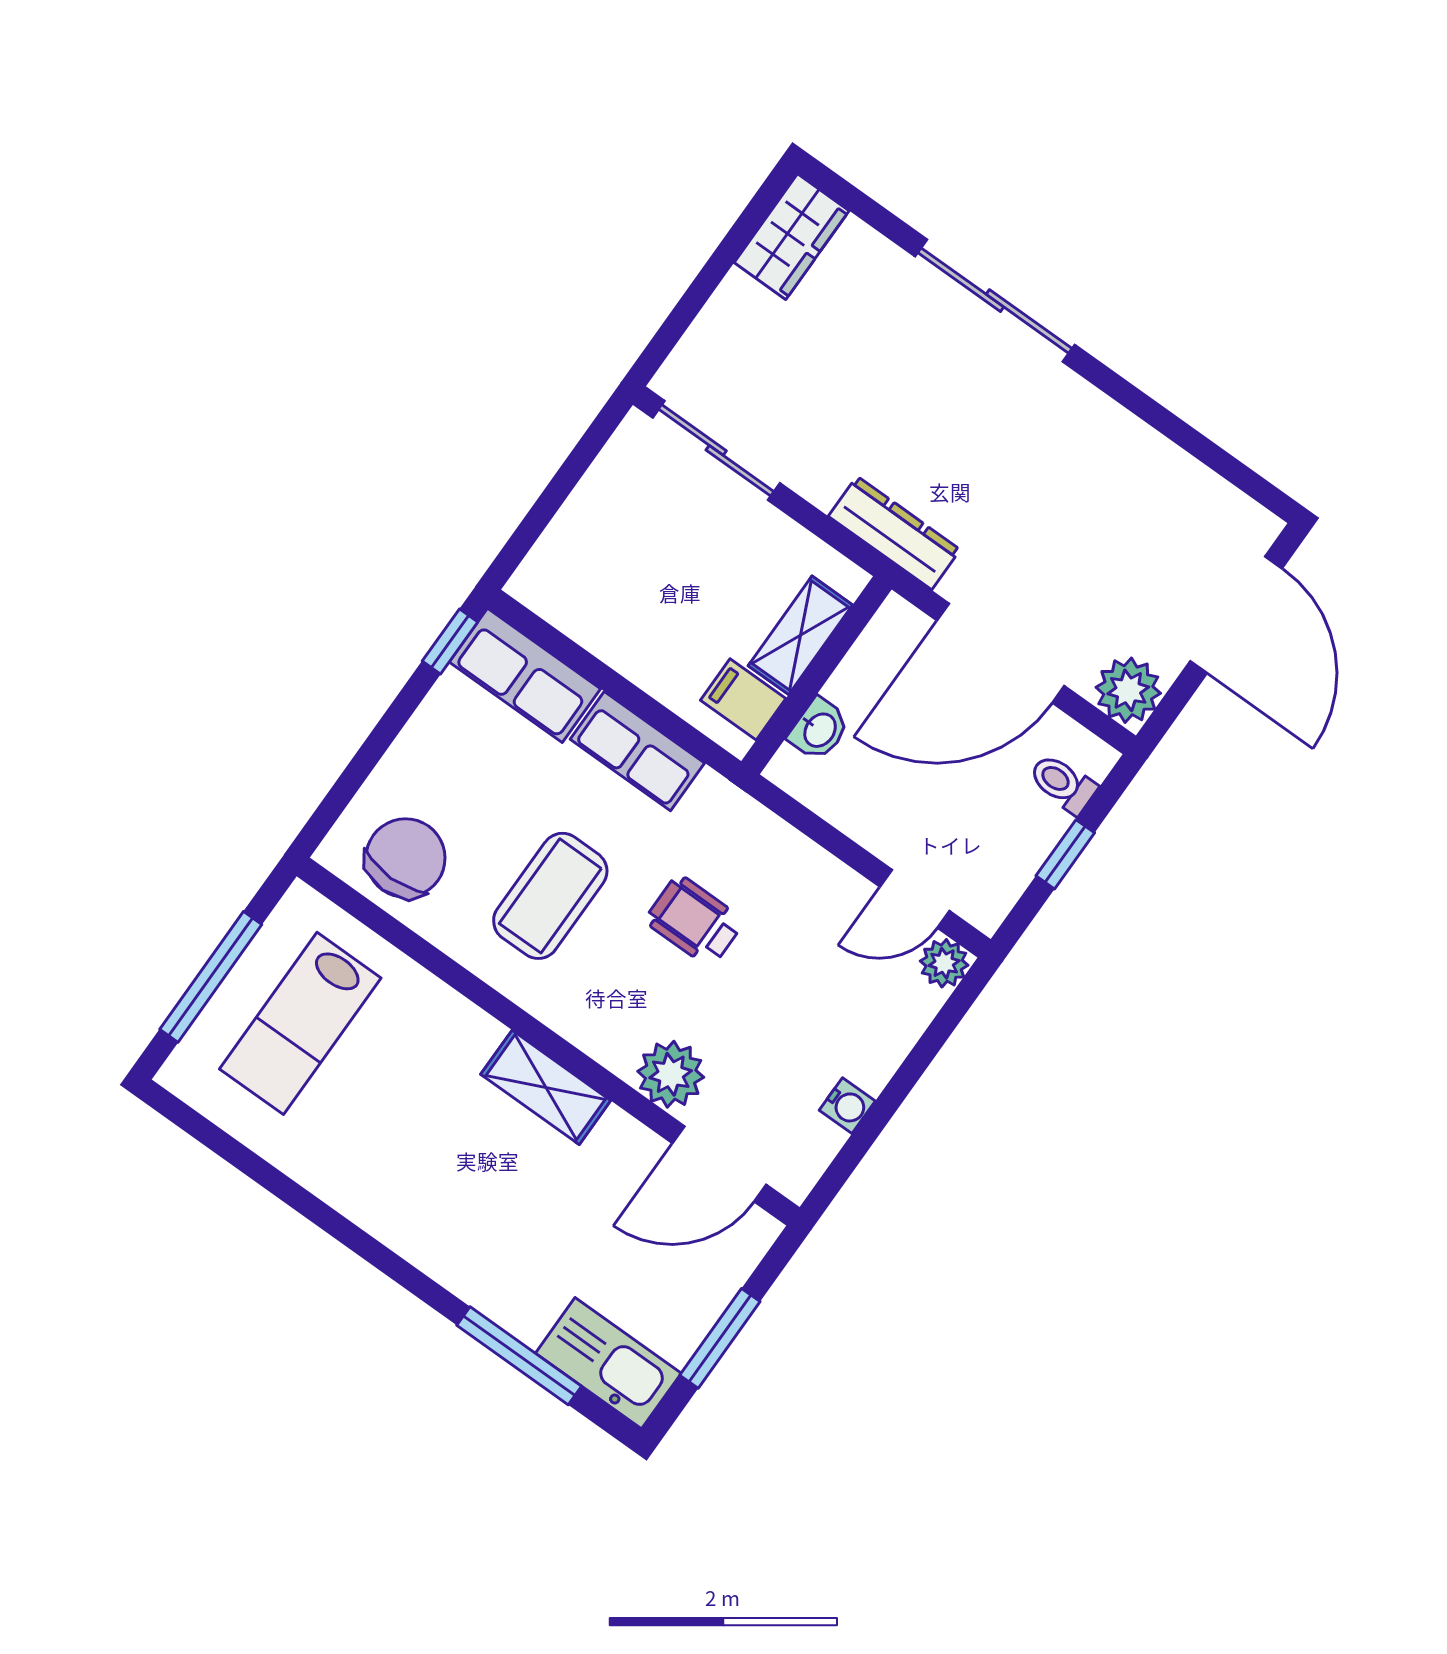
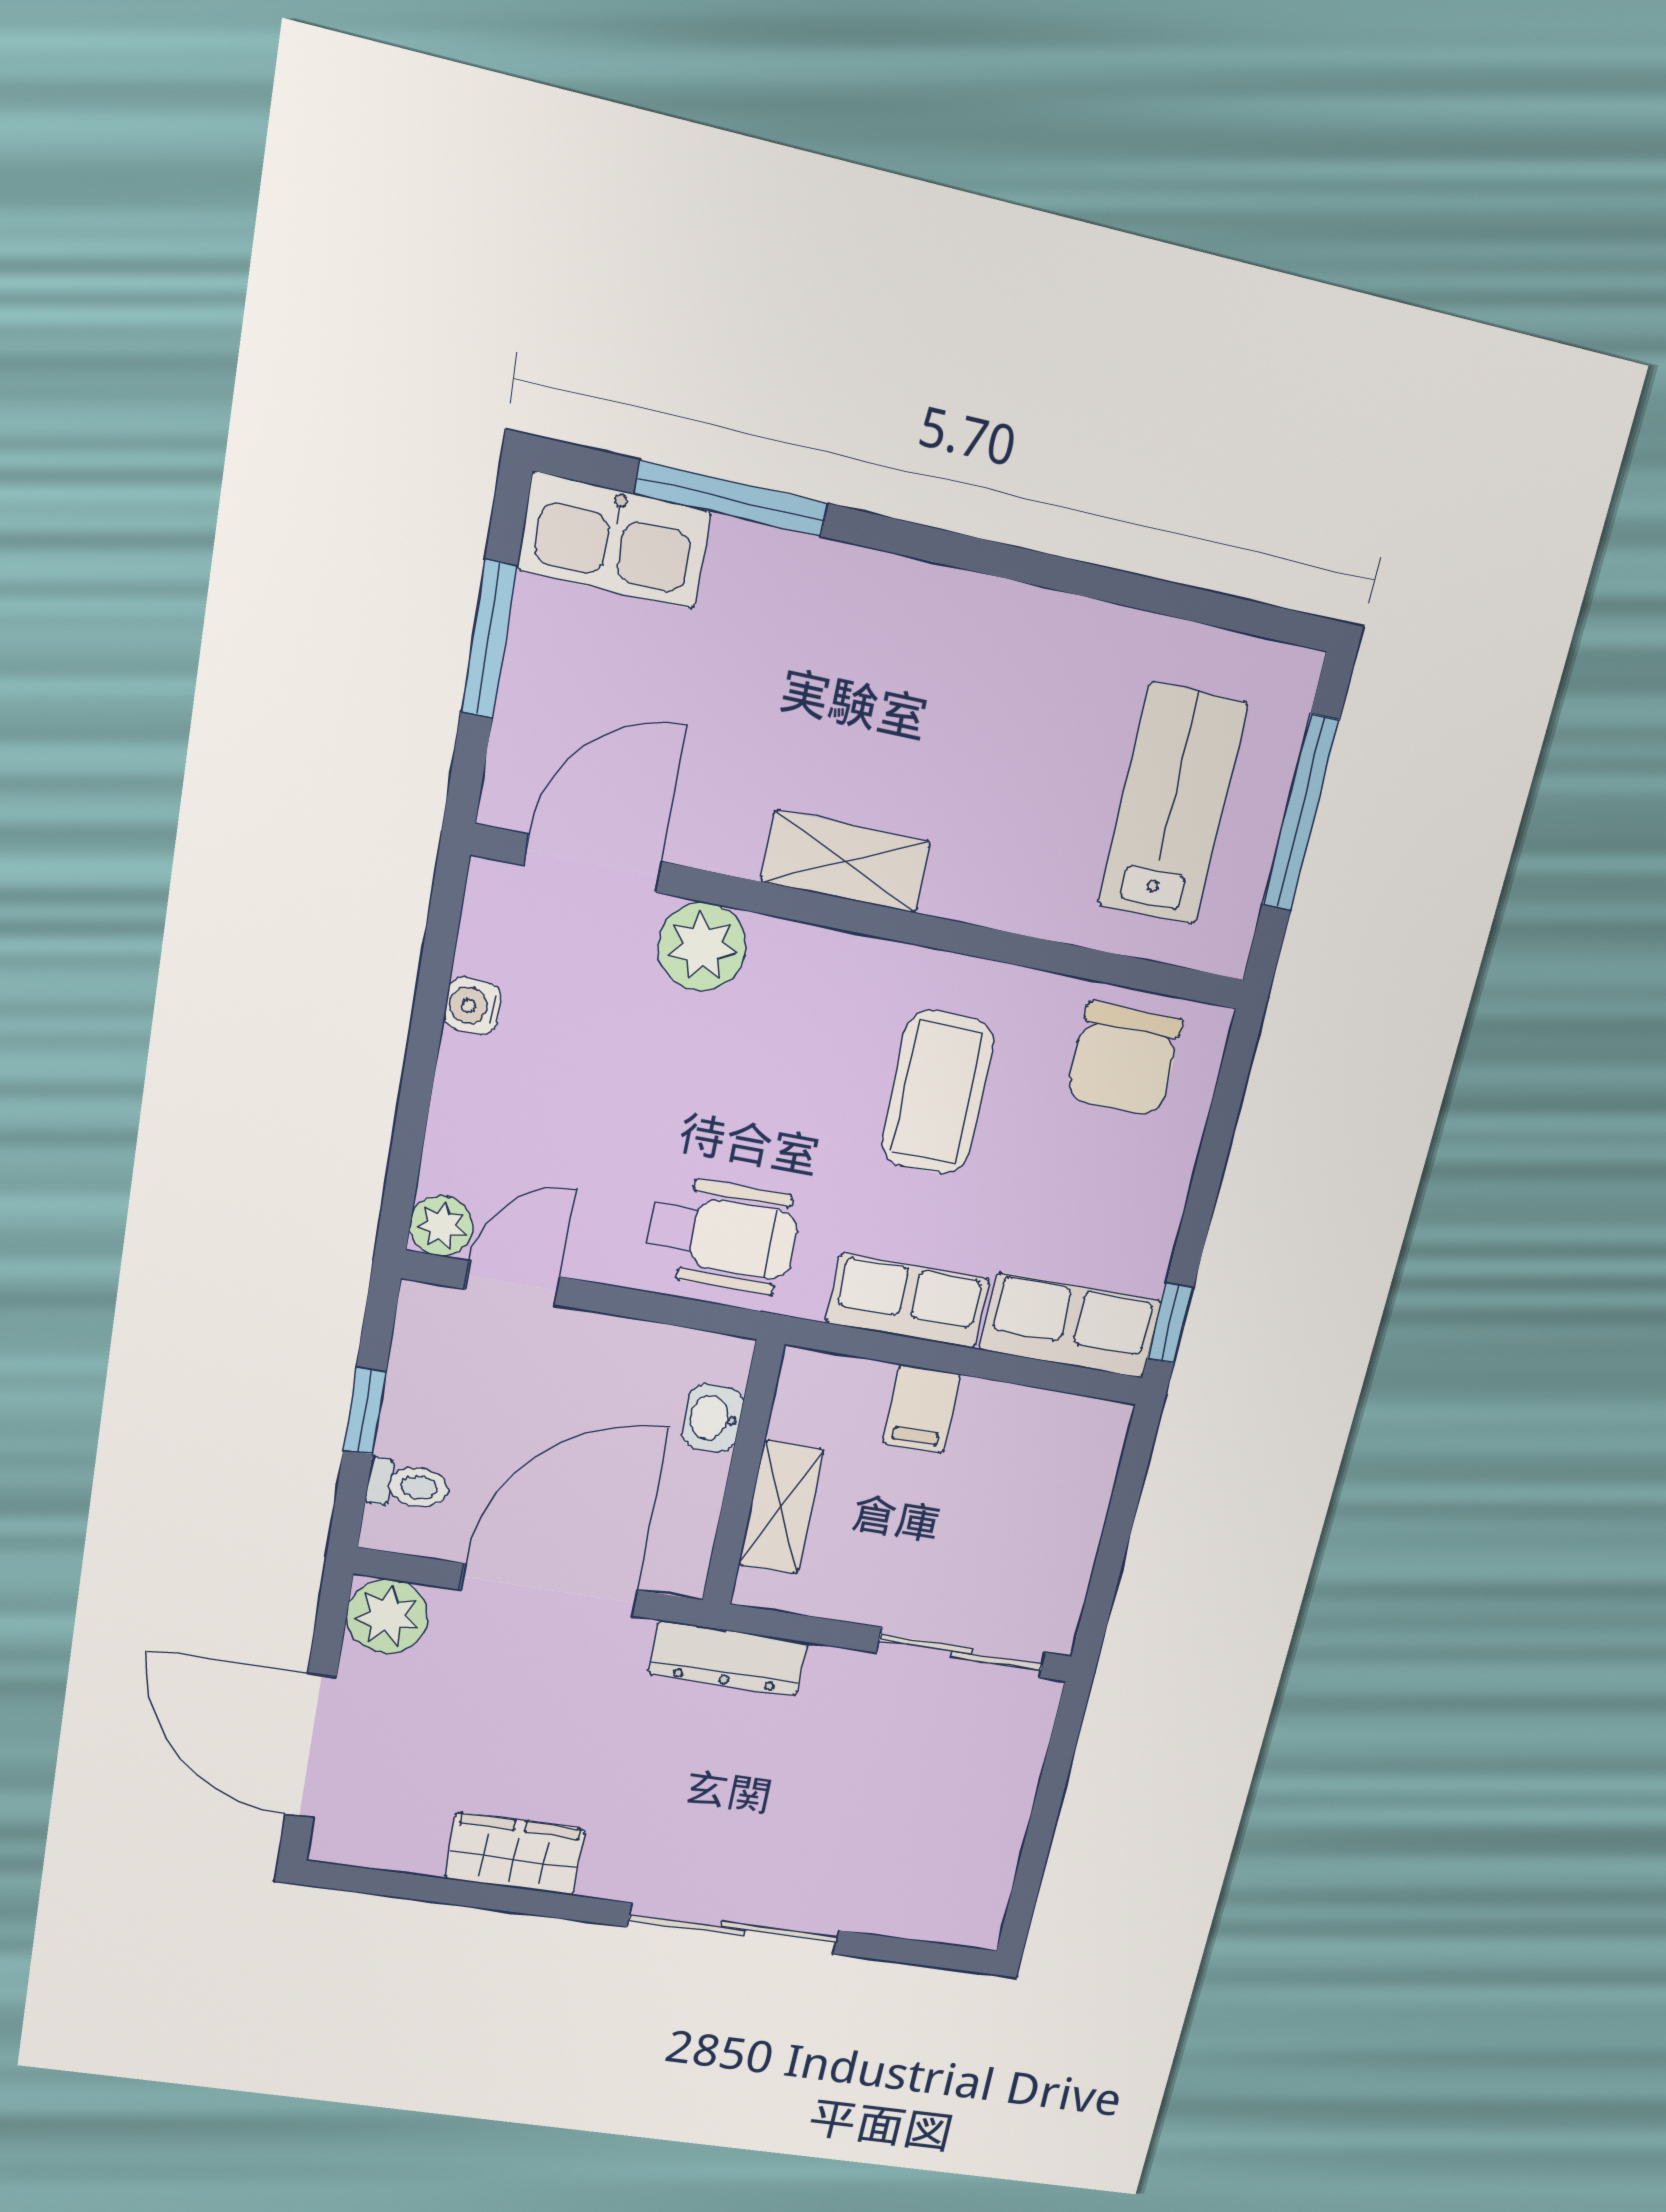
wardrobe: (792, 237) -> (515, 1854), moved, turned 90
filing cabinet: (743, 699) -> (922, 1409), moved, turned 90
wheelchair: (694, 921) -> (723, 1236), moved, width x1.36, depth x1.37

